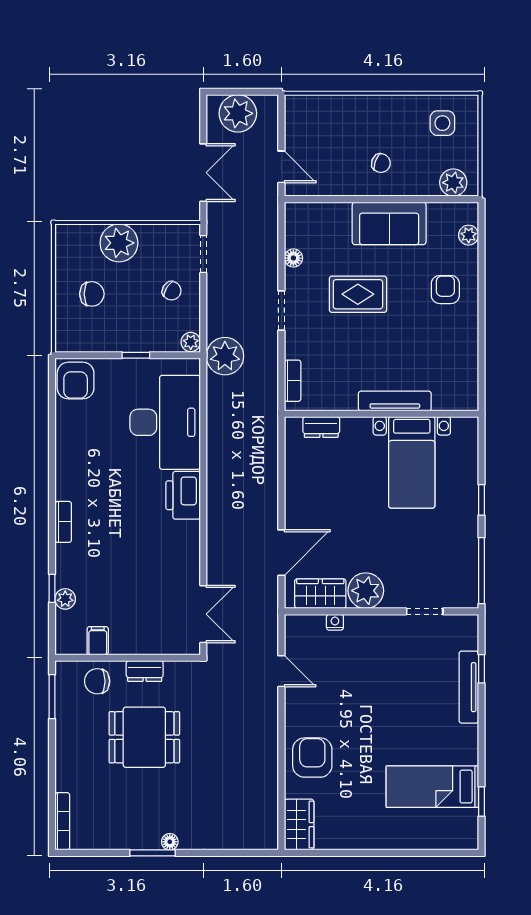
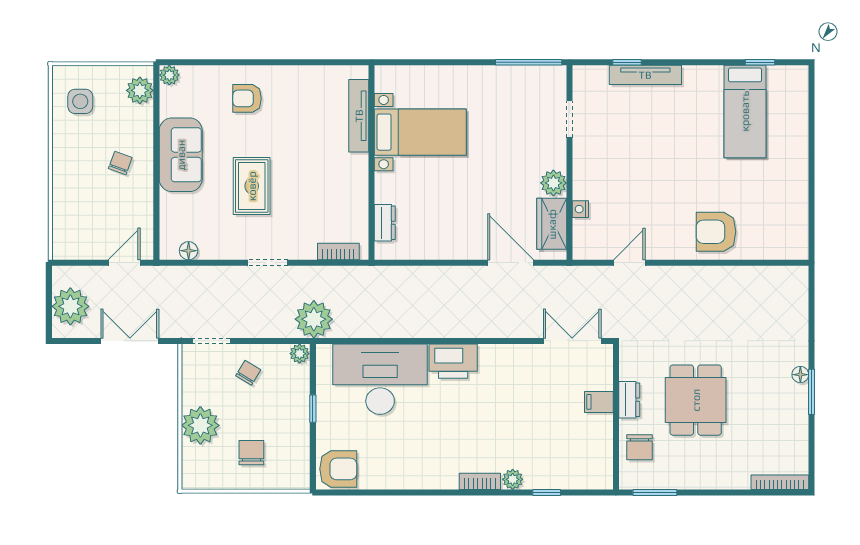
plant: (469, 235) -> (169, 75), moved
floor lamp: (293, 258) -> (189, 251), moved
tv unit: (395, 401) -> (359, 116), moved
window: (481, 500) -> (458, 62), removed
plant: (366, 591) -> (553, 183), width x0.73, depth x0.73
plant: (65, 599) -> (513, 479), moved
filing cabinet: (98, 641) -> (599, 402), moved
wardrobe: (299, 825) -> (783, 245), removed

